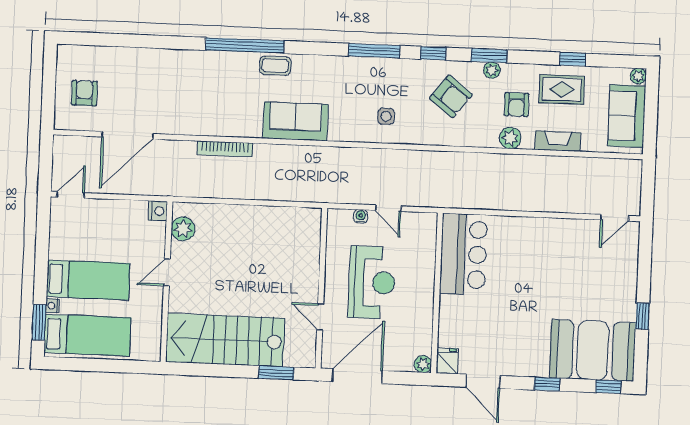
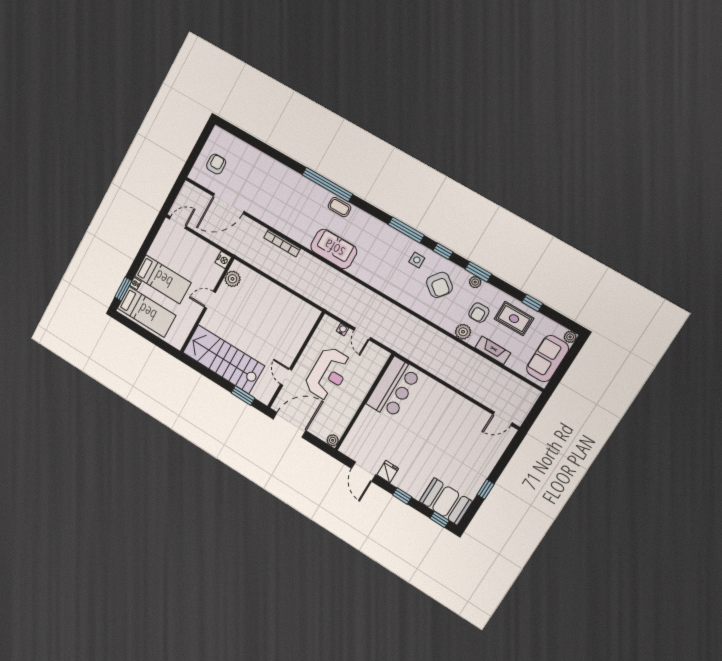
side table: (386, 116) -> (417, 260), moved
booth: (593, 350) -> (446, 501), width x0.73, depth x0.70
fridge: (447, 361) -> (388, 472), moved

